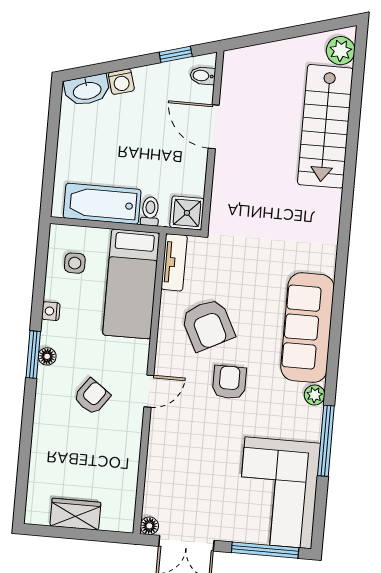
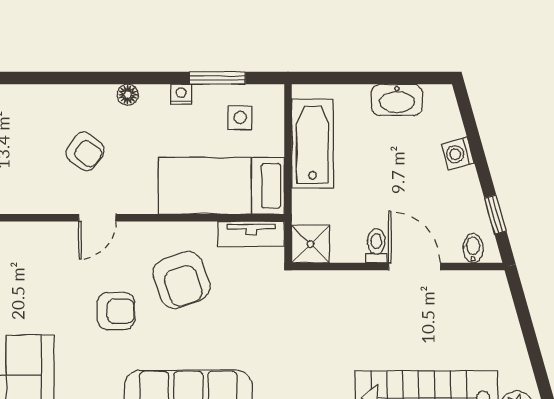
washbasin: (87, 90) -> (397, 100), moved, turned -74
door: (214, 127) -> (414, 267), hinge flipped
toilet: (150, 211) -> (376, 246), moved, turned -90
armchair: (208, 325) -> (181, 280), turned -82
window: (33, 355) -> (217, 78), moved
door: (149, 391) -> (97, 218), hinge flipped

